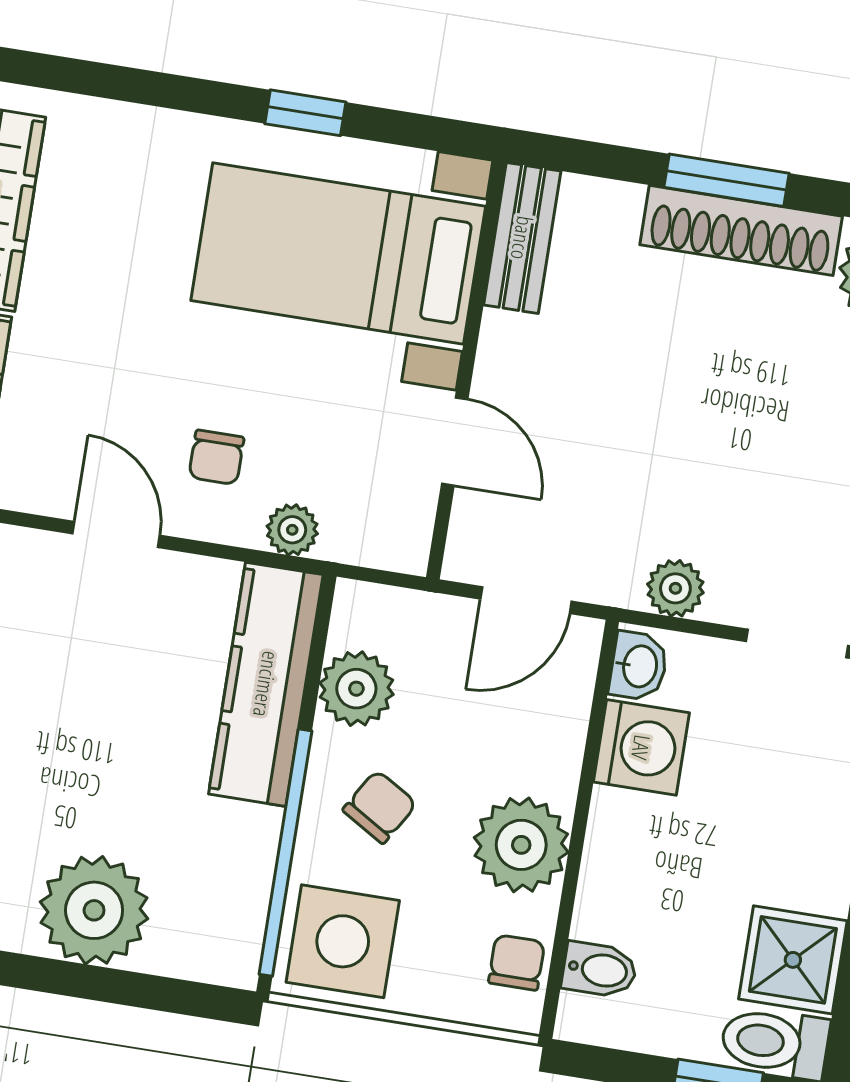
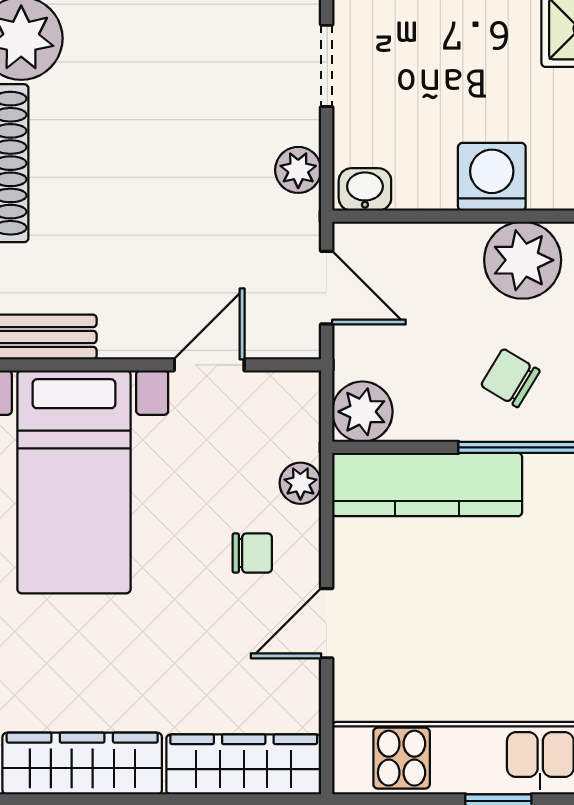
plant: (356, 689) -> (362, 412), moved
washing machine: (641, 747) -> (492, 177), moved

